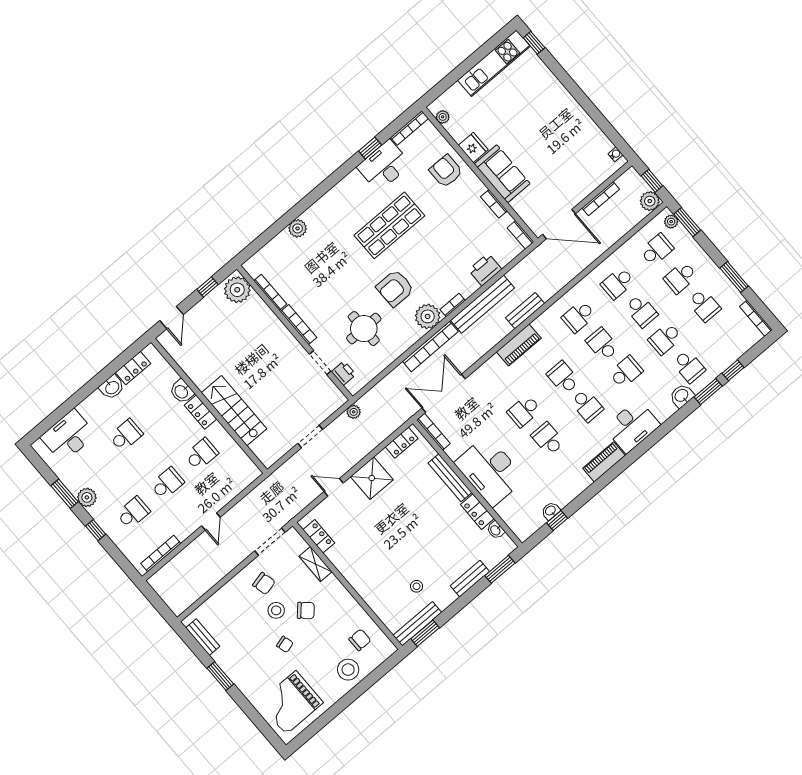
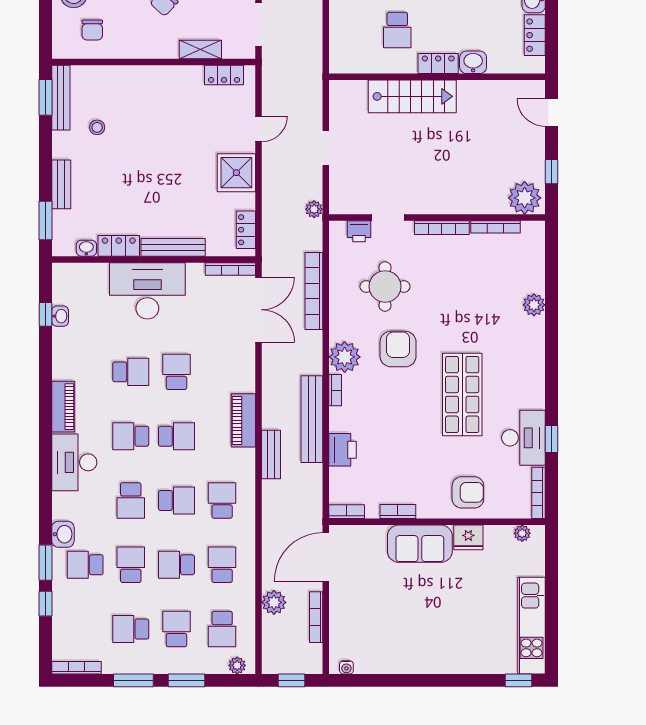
plant: (650, 201) -> (274, 602), moved
window: (687, 222) -> (187, 680), moved
bookcase: (430, 346) -> (314, 291), moved

